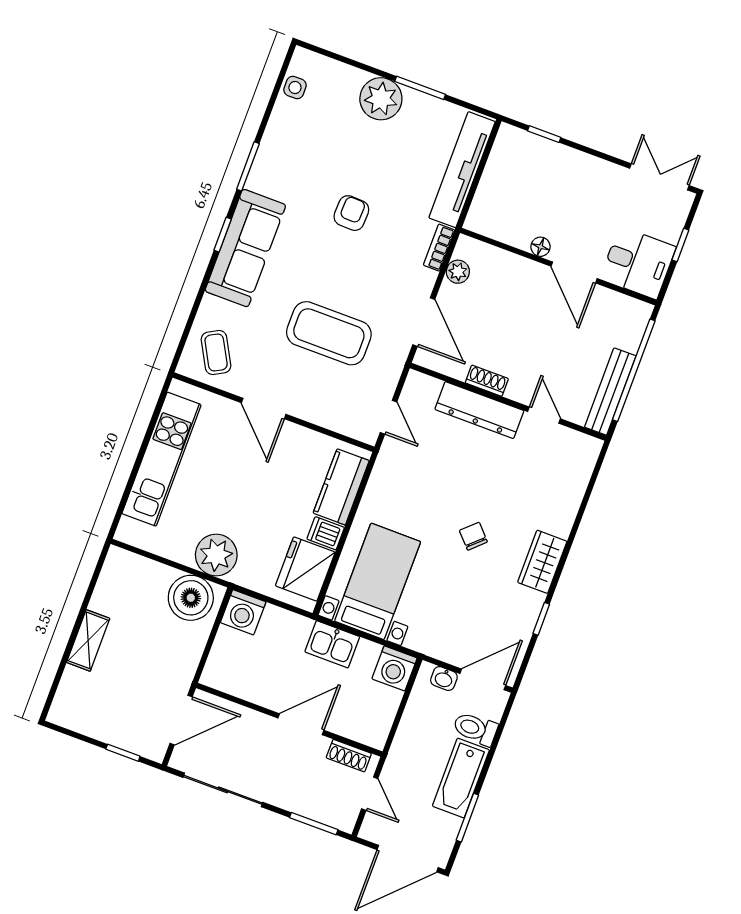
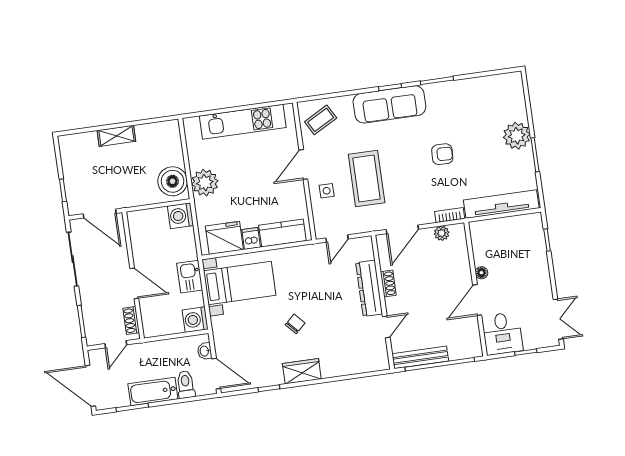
side table: (295, 88) -> (327, 191), moved

